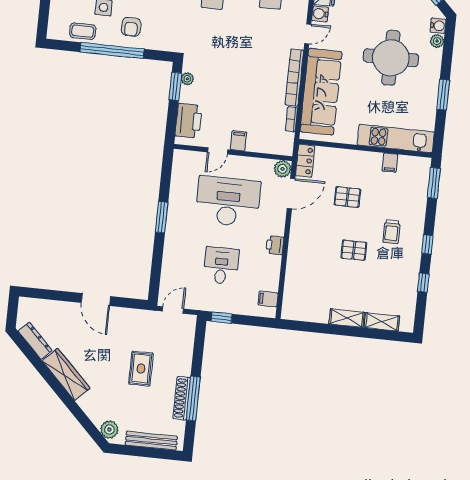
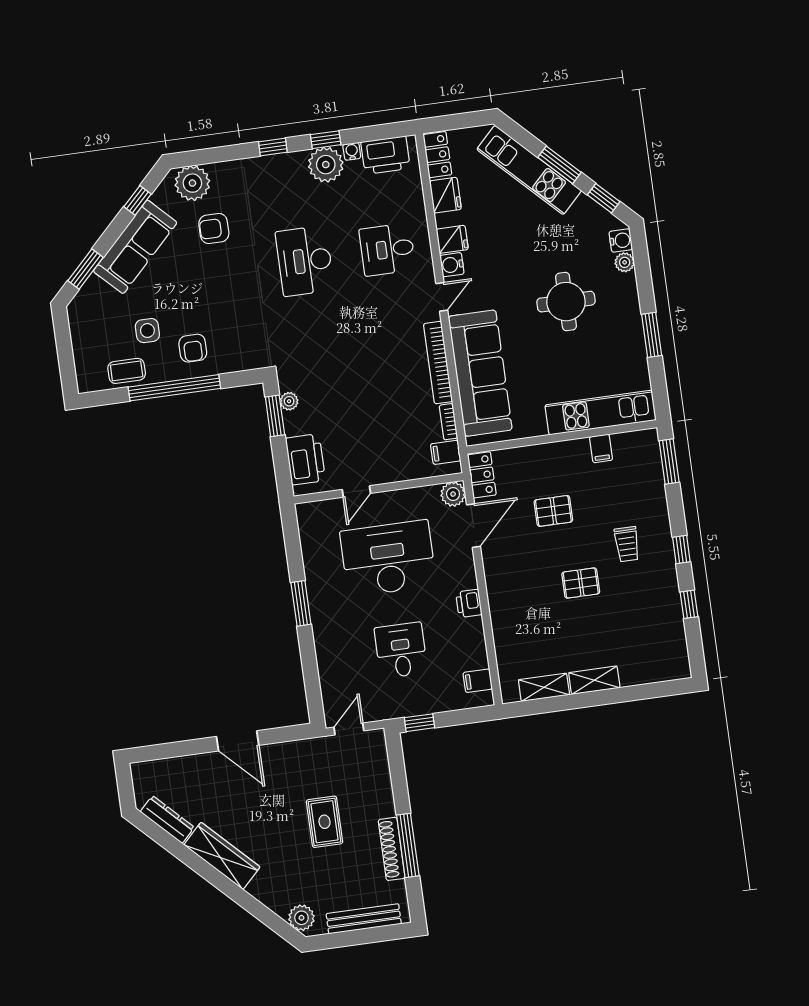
round table: (391, 58) -> (566, 302), width x0.73, depth x0.73
filing cabinet: (238, 141) -> (446, 452), moved, turned -90
shelving: (382, 322) -> (544, 687), moved

